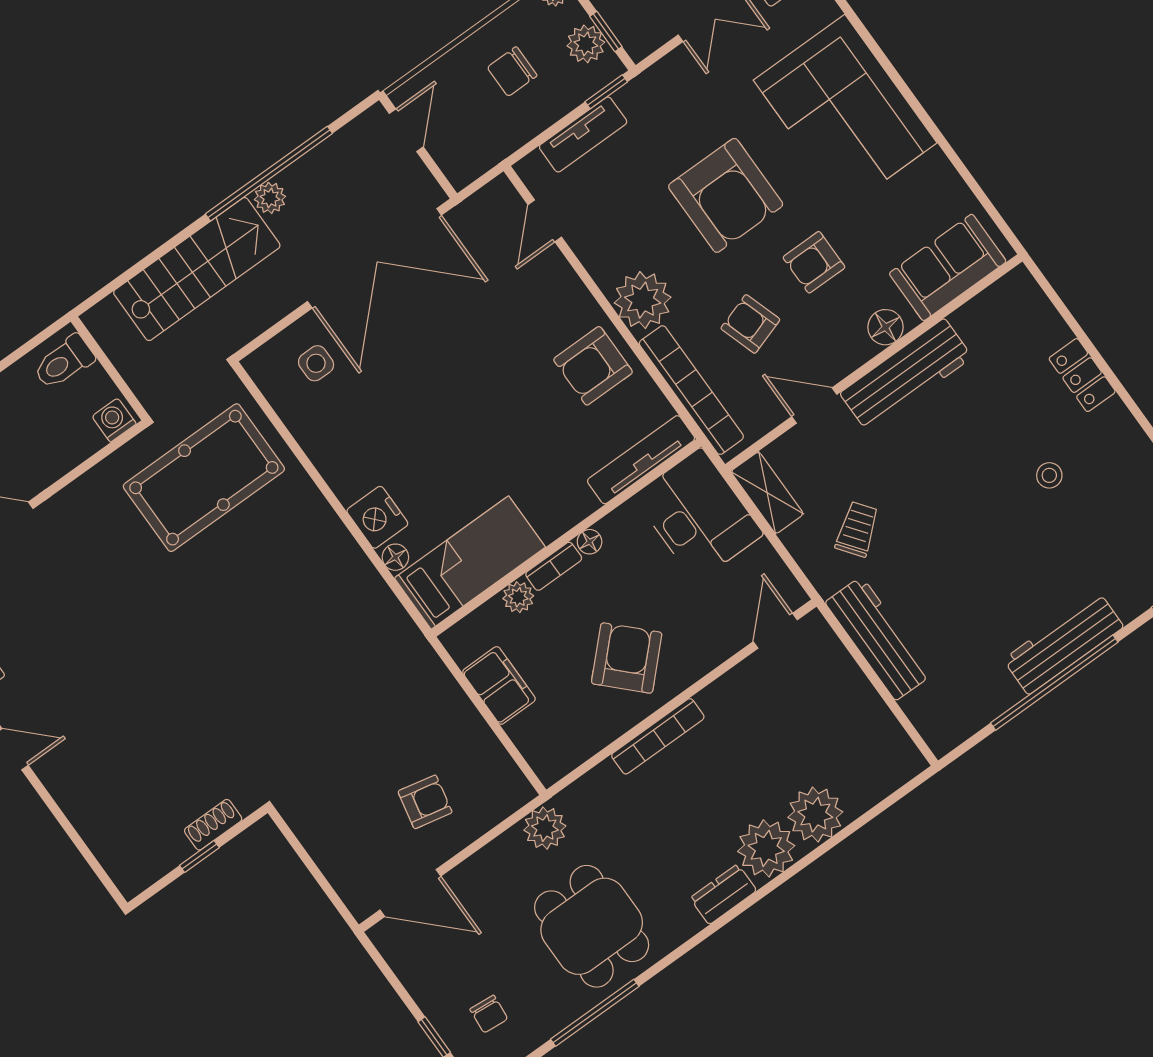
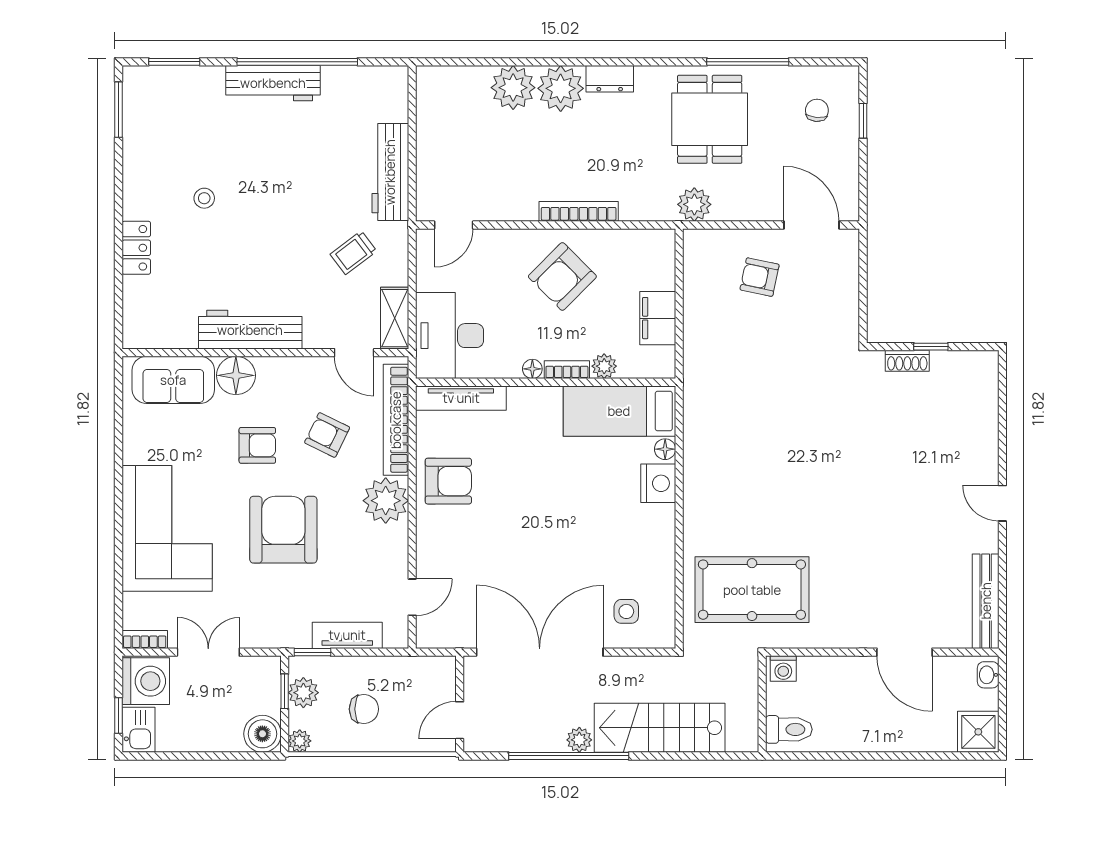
armchair: (750, 324) -> (327, 435), turned 134
floor lamp: (885, 327) -> (236, 375), width x1.38, depth x1.38
door: (814, 406) -> (354, 353), moved

